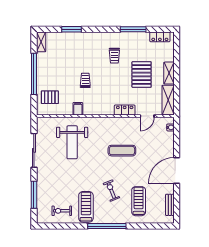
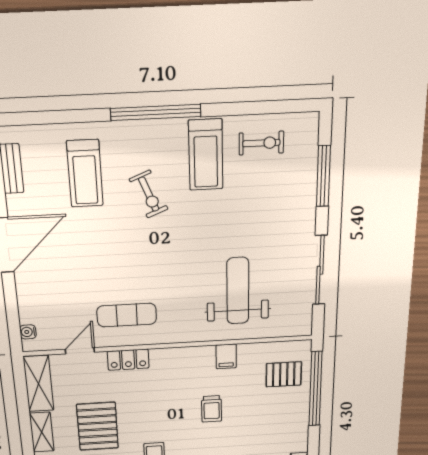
window: (34, 74) -> (315, 389), moved
exercise mat: (122, 151) -> (127, 315), moved

